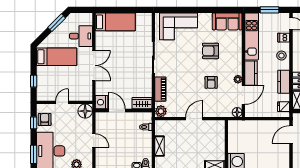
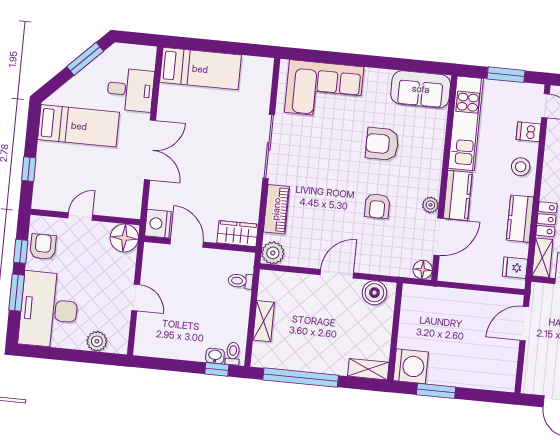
boiler: (214, 126) -> (374, 293), added
window: (34, 154) -> (17, 293), moved

